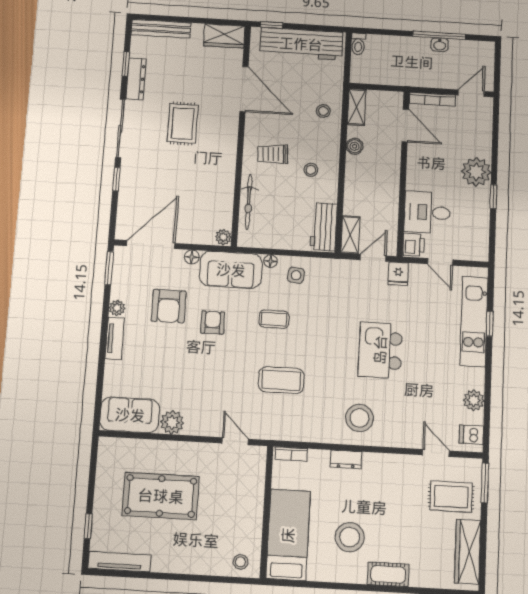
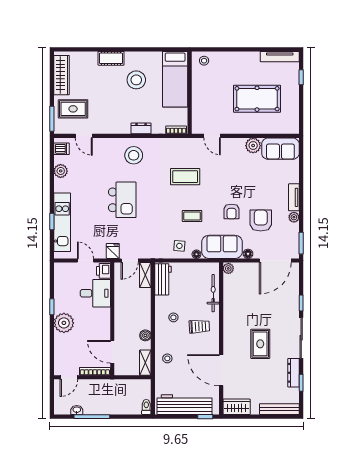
washbasin: (440, 45) -> (77, 410), moved

